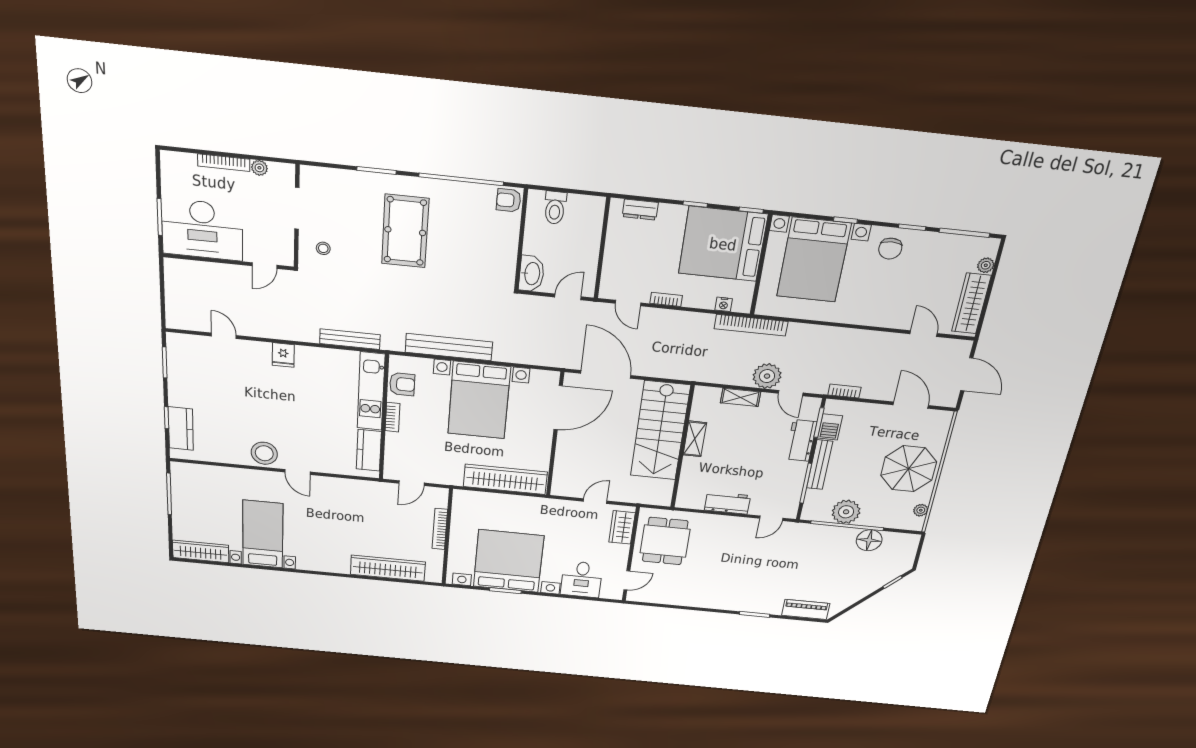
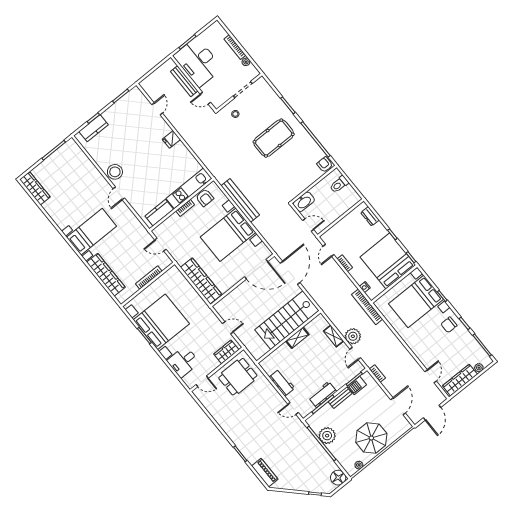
bench: (350, 339) -> (184, 81), moved
workbench: (801, 440) -> (323, 395), moved
bench: (820, 465) -> (340, 398), width x0.73
bed with nightstands: (263, 534) -> (91, 232), moved
floor lamp: (869, 540) -> (338, 478), moved

